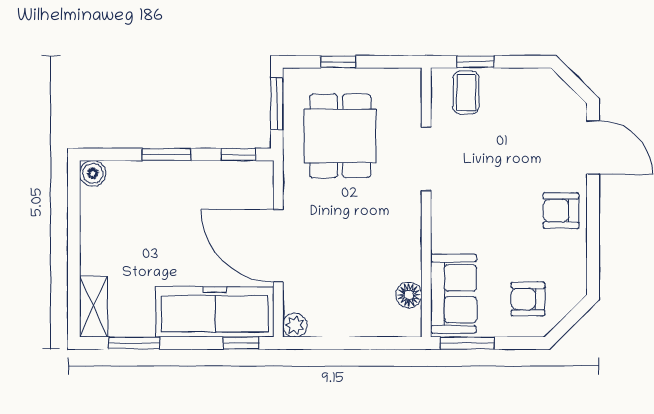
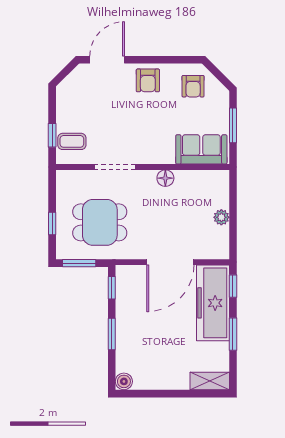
floor lamp: (409, 295) -> (165, 178), moved
armchair: (528, 299) -> (193, 86), moved
plant: (295, 325) -> (221, 217), moved
window: (134, 343) -> (233, 334), moved
window: (467, 343) -> (233, 125), moved

